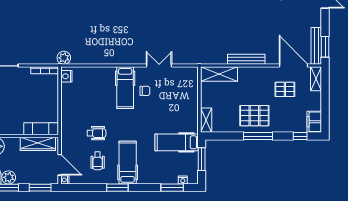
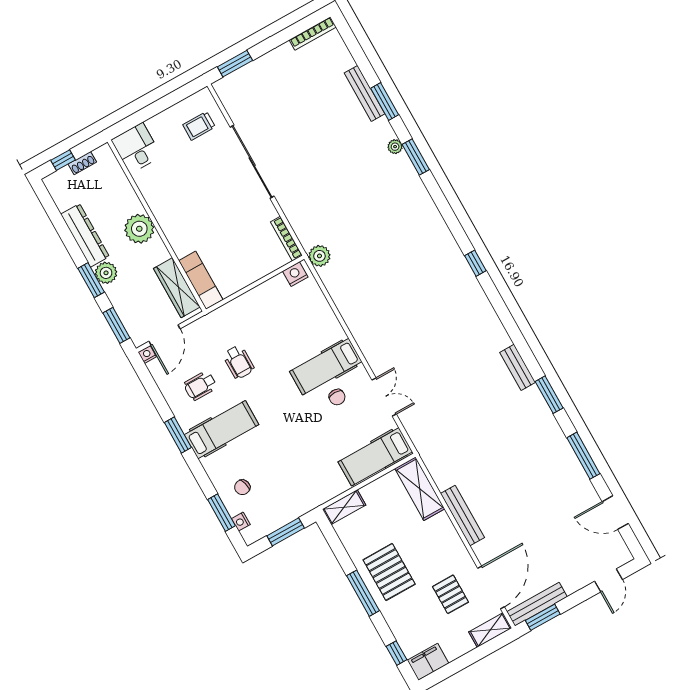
hospital bed: (177, 142) -> (375, 457), moved, turned -90
chair: (165, 169) -> (242, 487), added

